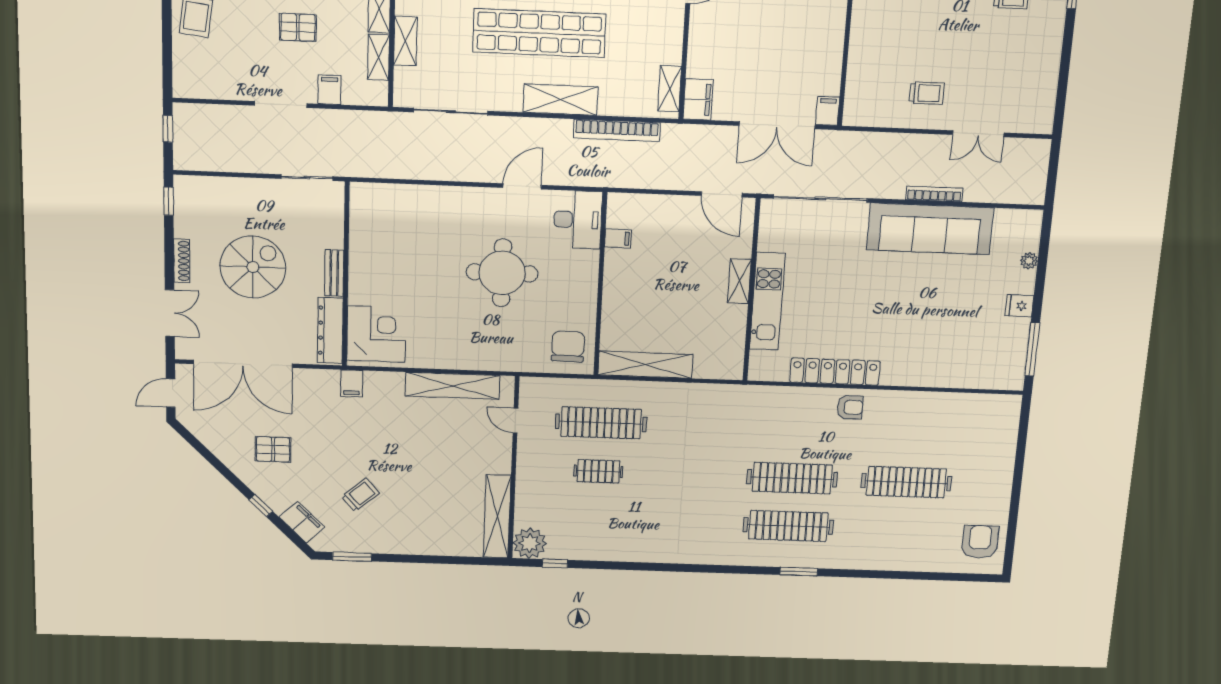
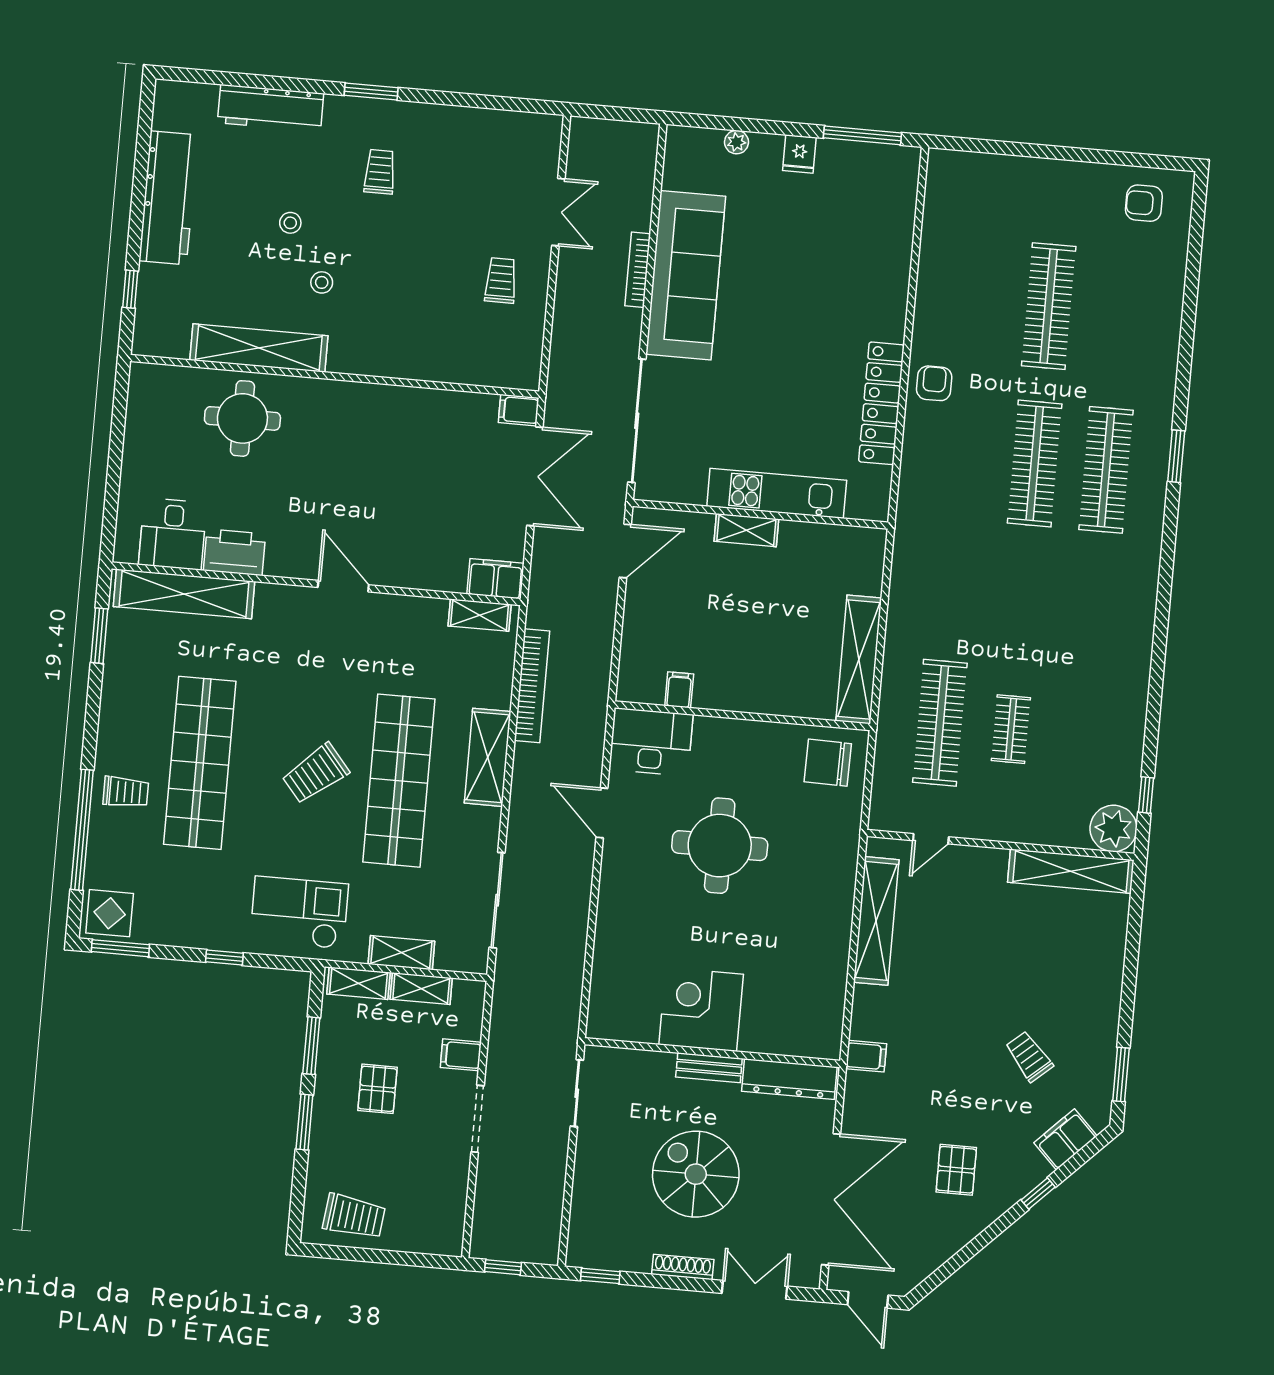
corner desk: (376, 334) -> (701, 1010), moved
armchair: (980, 542) -> (1144, 203), width x0.72, depth x0.72

